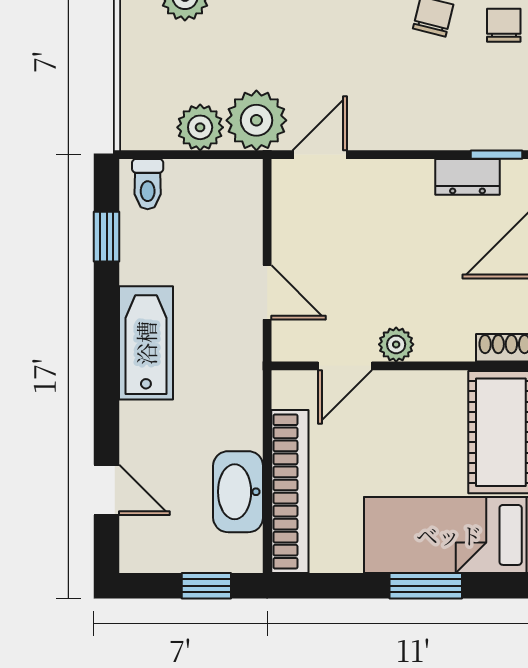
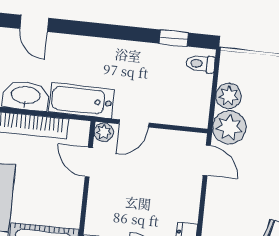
bathtub: (146, 343) -> (81, 101), moved, turned 180
plant: (396, 344) -> (104, 132), moved
door: (107, 490) -> (34, 23), hinge flipped

